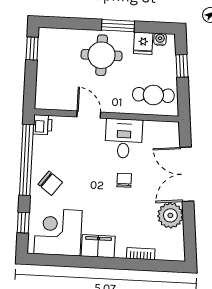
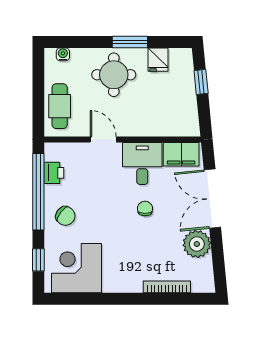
water cooler: (160, 39) -> (63, 54), moved
window: (32, 49) -> (38, 71), removed
cafe table: (153, 95) -> (60, 106), moved, turned 90
printer: (43, 125) -> (54, 173), moved
filing cabinet: (98, 246) -> (181, 154), moved, turned 180
bookcase: (141, 254) -> (167, 287), width x1.56

